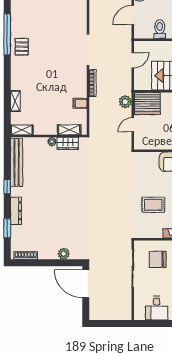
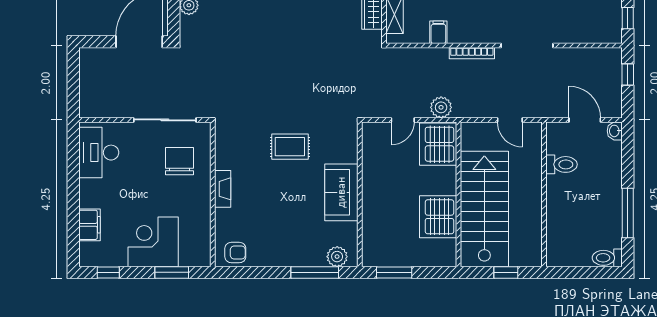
door: (133, 125) -> (403, 120), swing flipped
rug: (153, 205) -> (290, 147), moved, turned 90
desk: (157, 308) -> (99, 153), width x1.37

